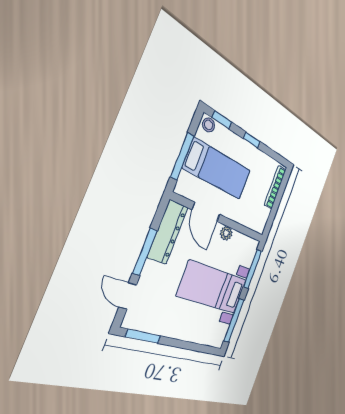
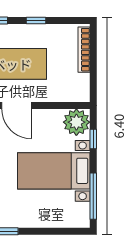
plant: (226, 233) -> (76, 122), moved, width x1.87, depth x1.87
window: (253, 269) -> (93, 139), width x0.46

